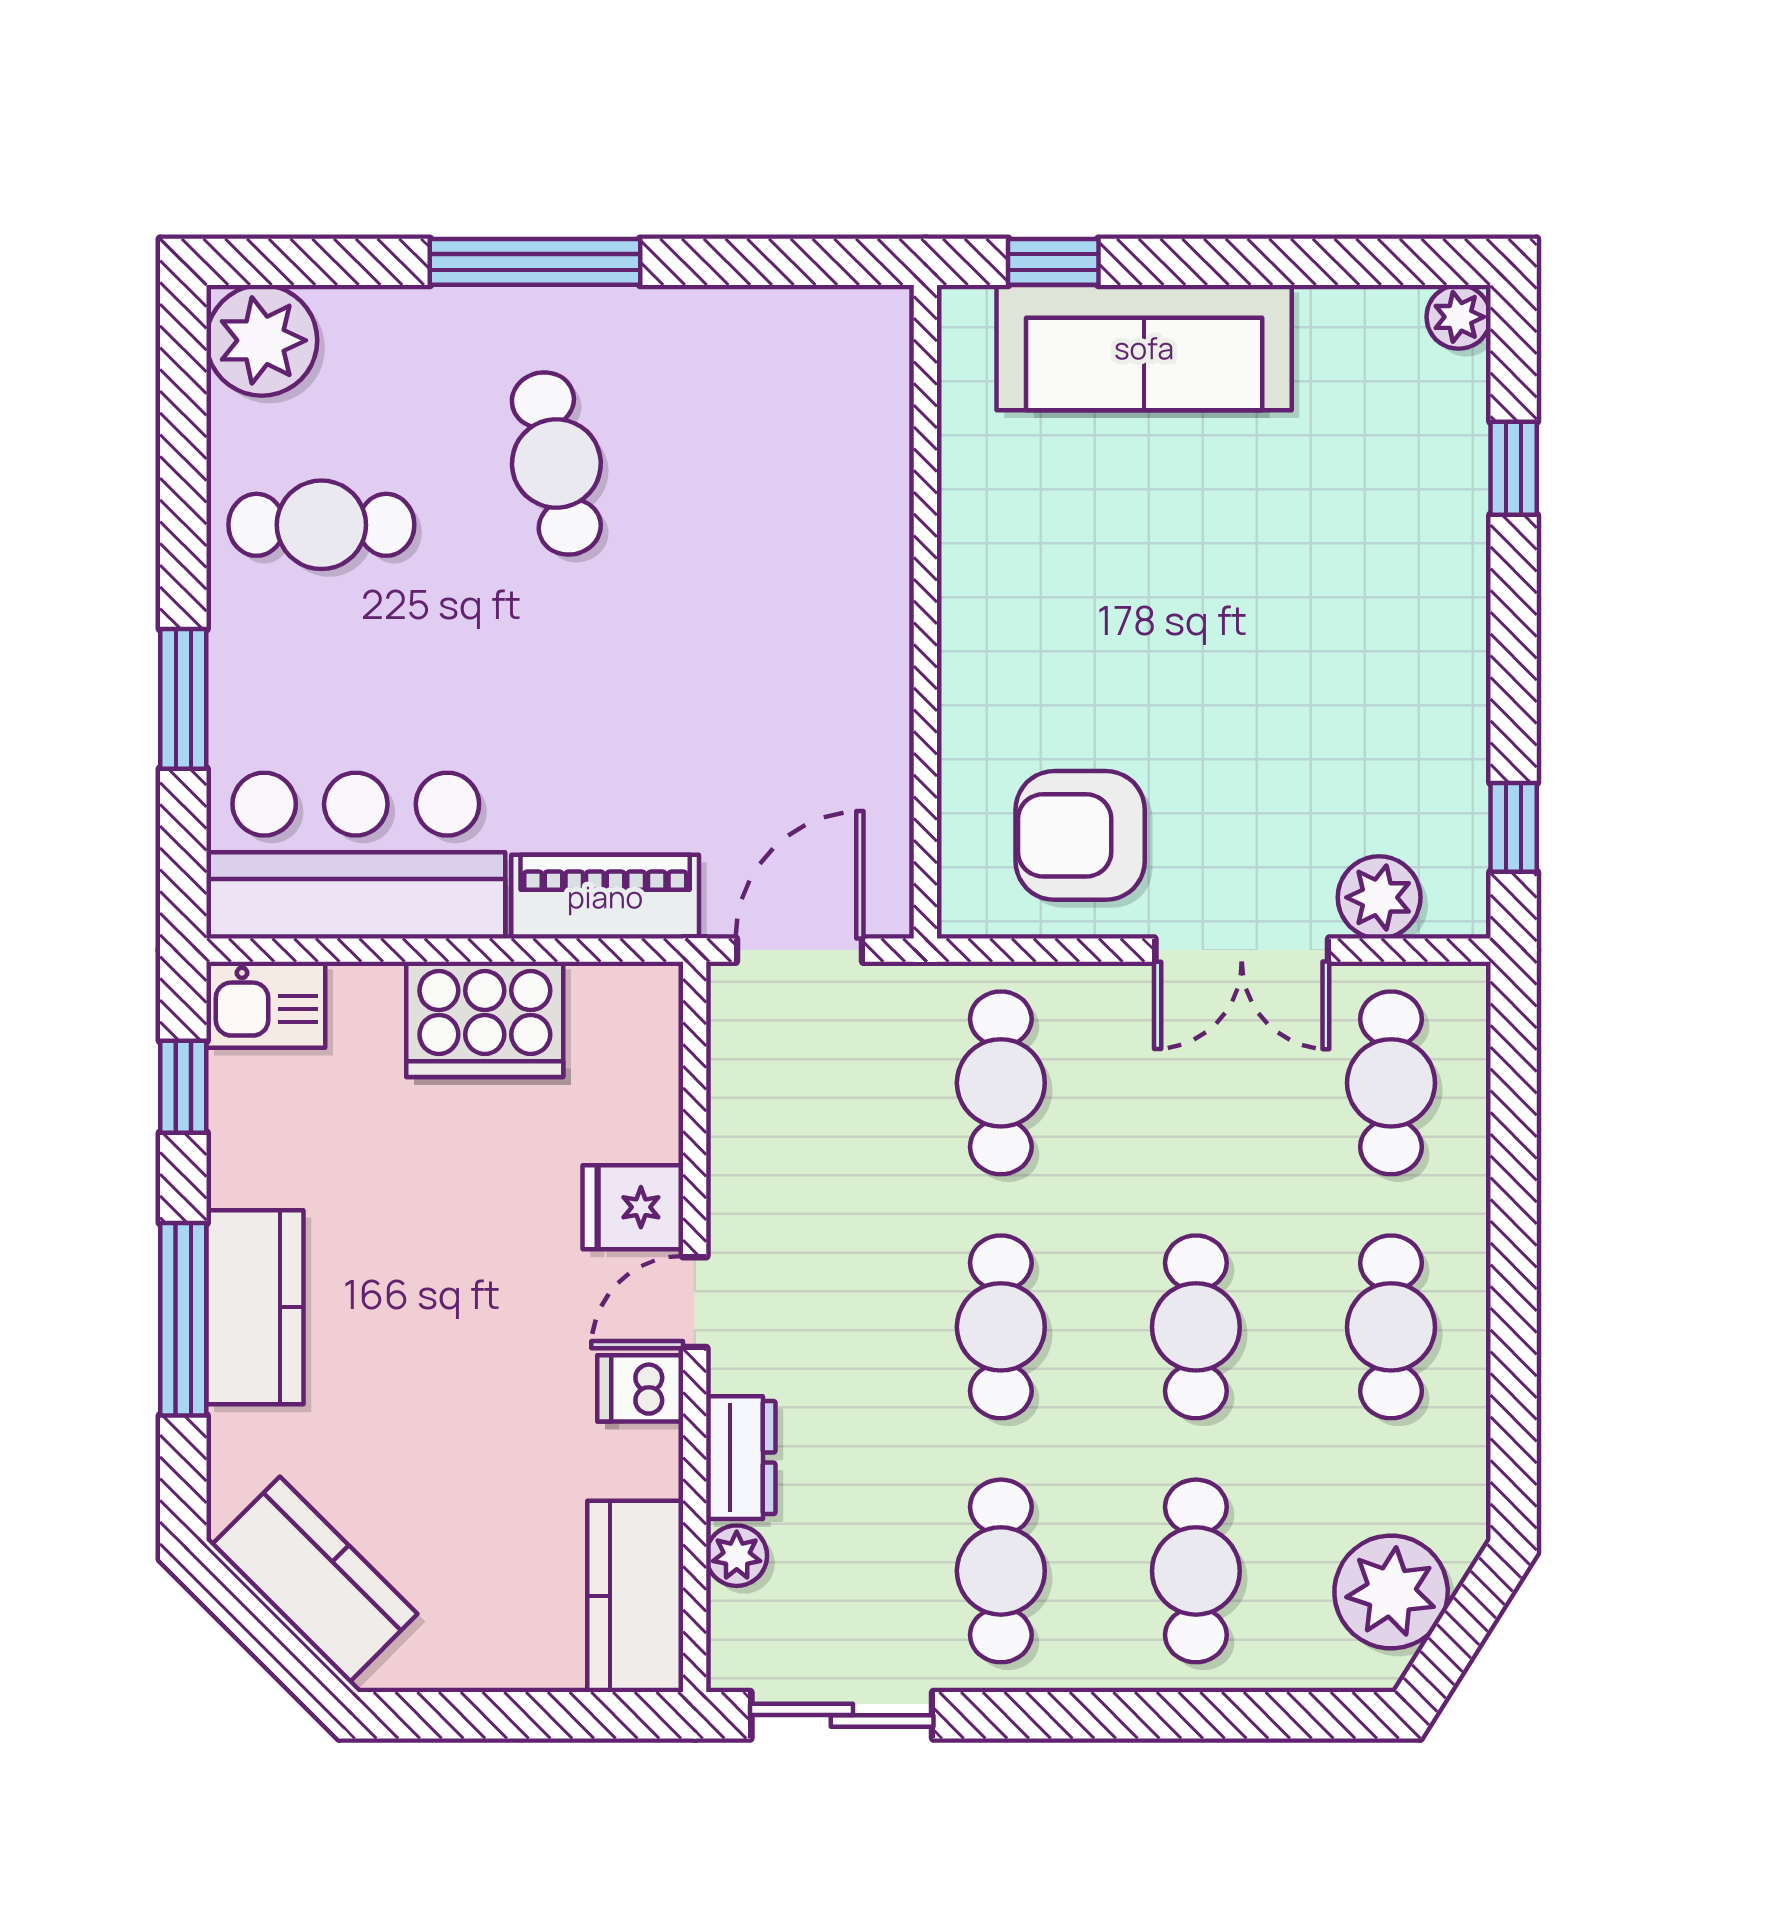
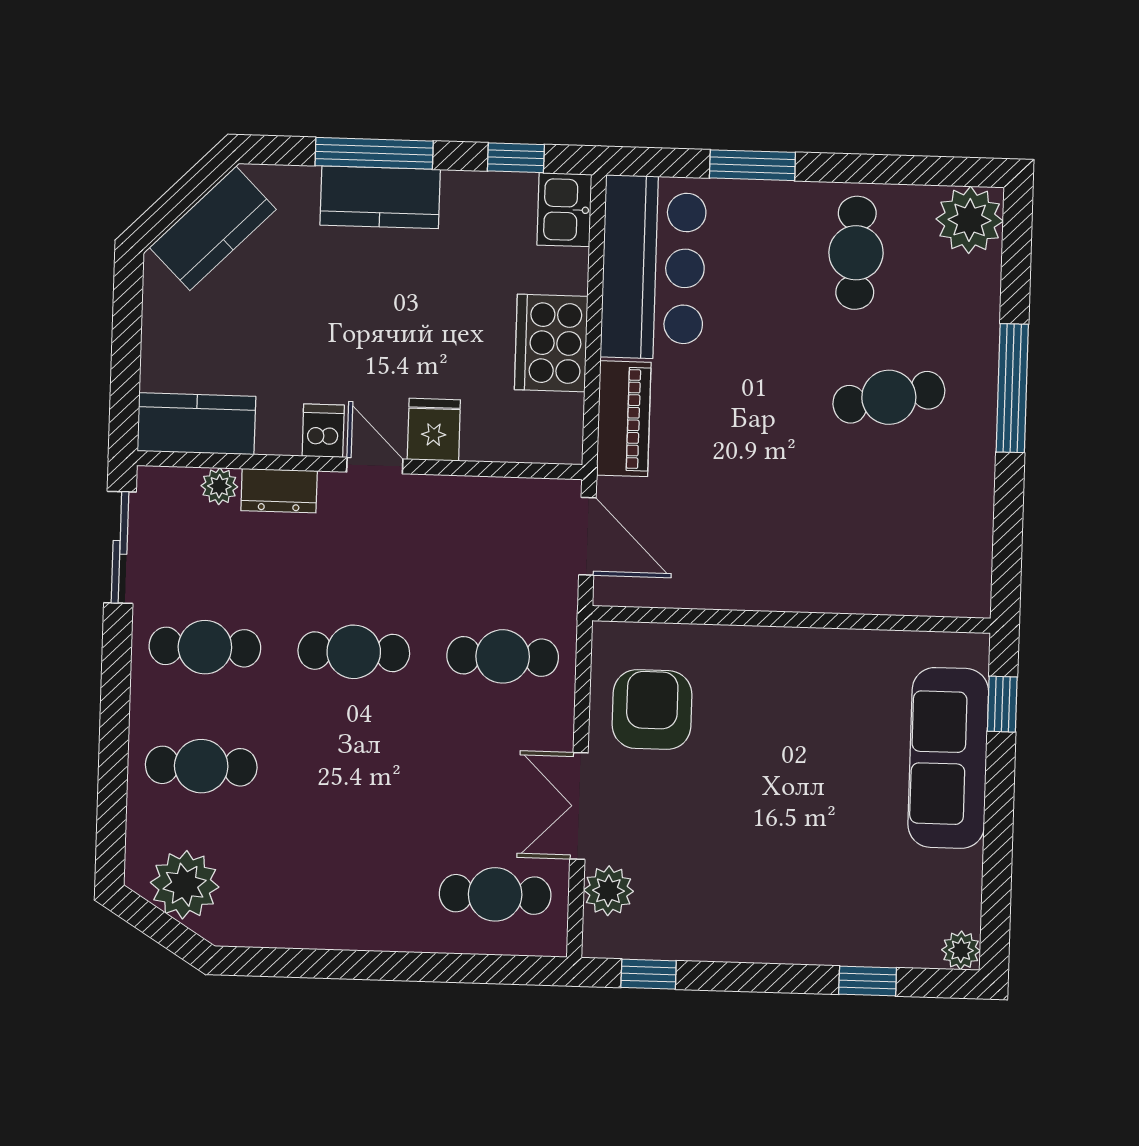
cafe table: (1196, 1327) -> (350, 771), removed
cafe table: (1391, 1327) -> (346, 890), removed

